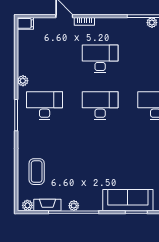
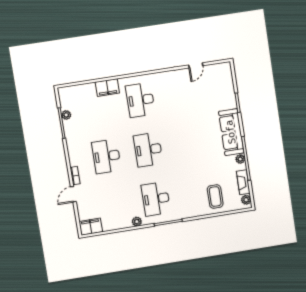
filing cabinet: (25, 23) -> (91, 227), width x2.00
coffee table: (37, 172) -> (215, 197), turned 90
sofa: (128, 200) -> (231, 132), moved

